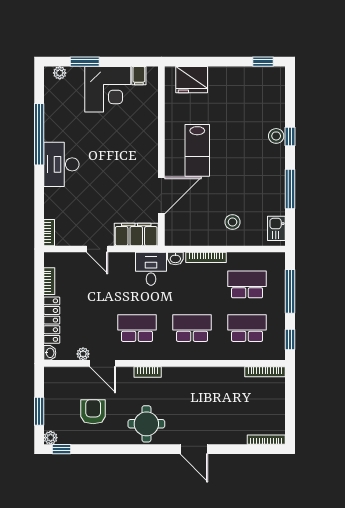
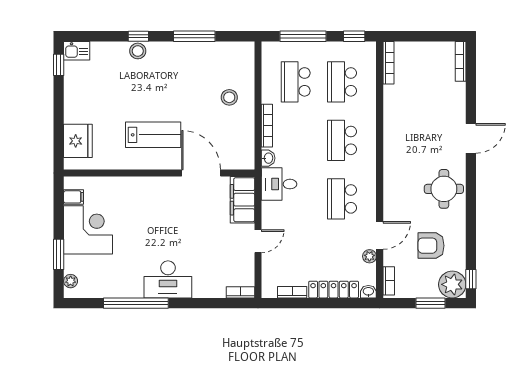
kitchen sink: (276, 228) -> (77, 51), moved
bookcase: (148, 372) -> (389, 281), moved
plant: (51, 438) -> (452, 284), width x1.88, depth x1.88

